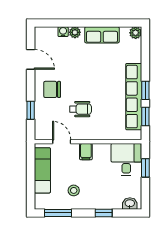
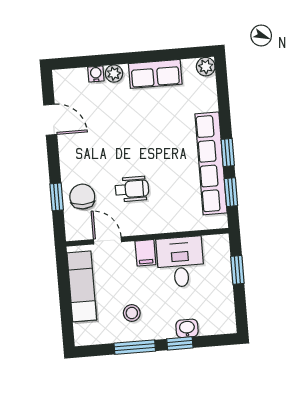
chair: (52, 89) -> (82, 197), moved, turned 90
desk: (126, 160) -> (180, 262), moved
washbasin: (130, 204) -> (187, 328), moved
window: (58, 213) -> (135, 347), moved

